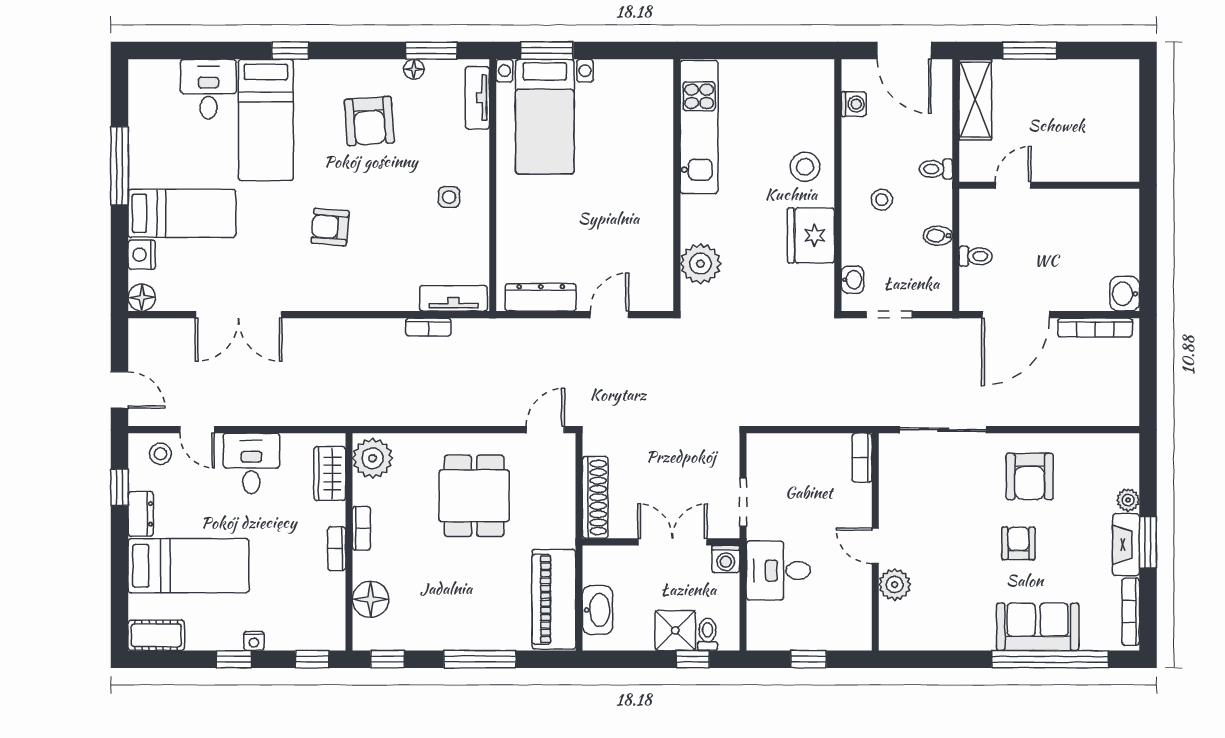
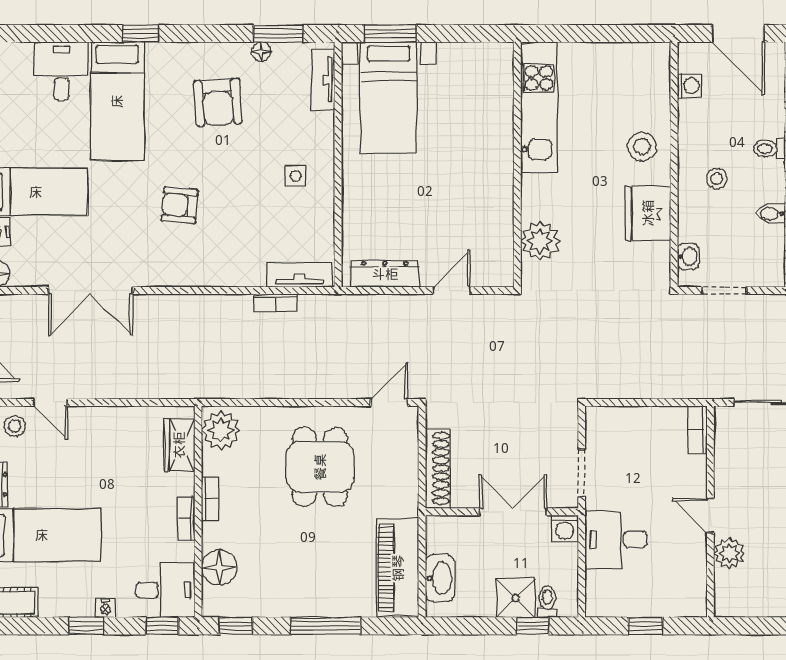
desk: (251, 463) -> (165, 590), moved, turned 90

